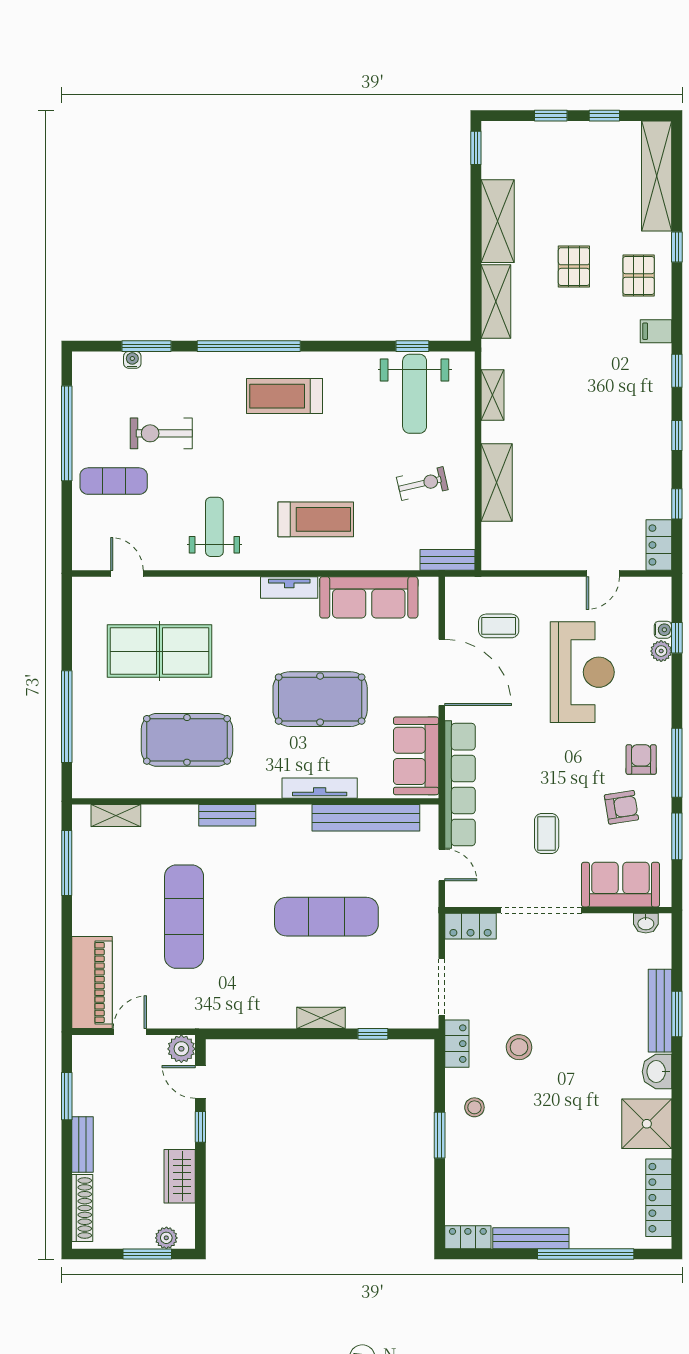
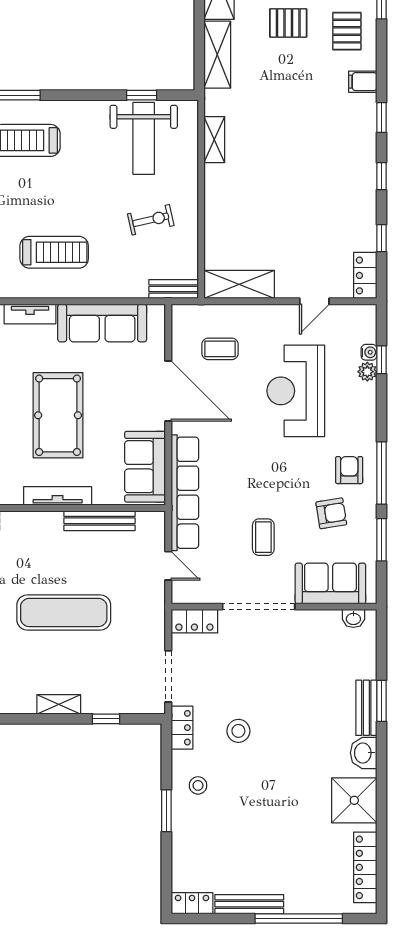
pallet: (574, 267) -> (288, 23), turned 90
shelving: (497, 483) -> (239, 284), moved, turned 90
reception desk: (582, 672) -> (296, 391), turned 180
pool table: (320, 699) -> (58, 415), turned 90
bench: (366, 818) -> (99, 521), width x0.73, depth x0.82
bench: (660, 1011) -> (366, 708), width x0.73

